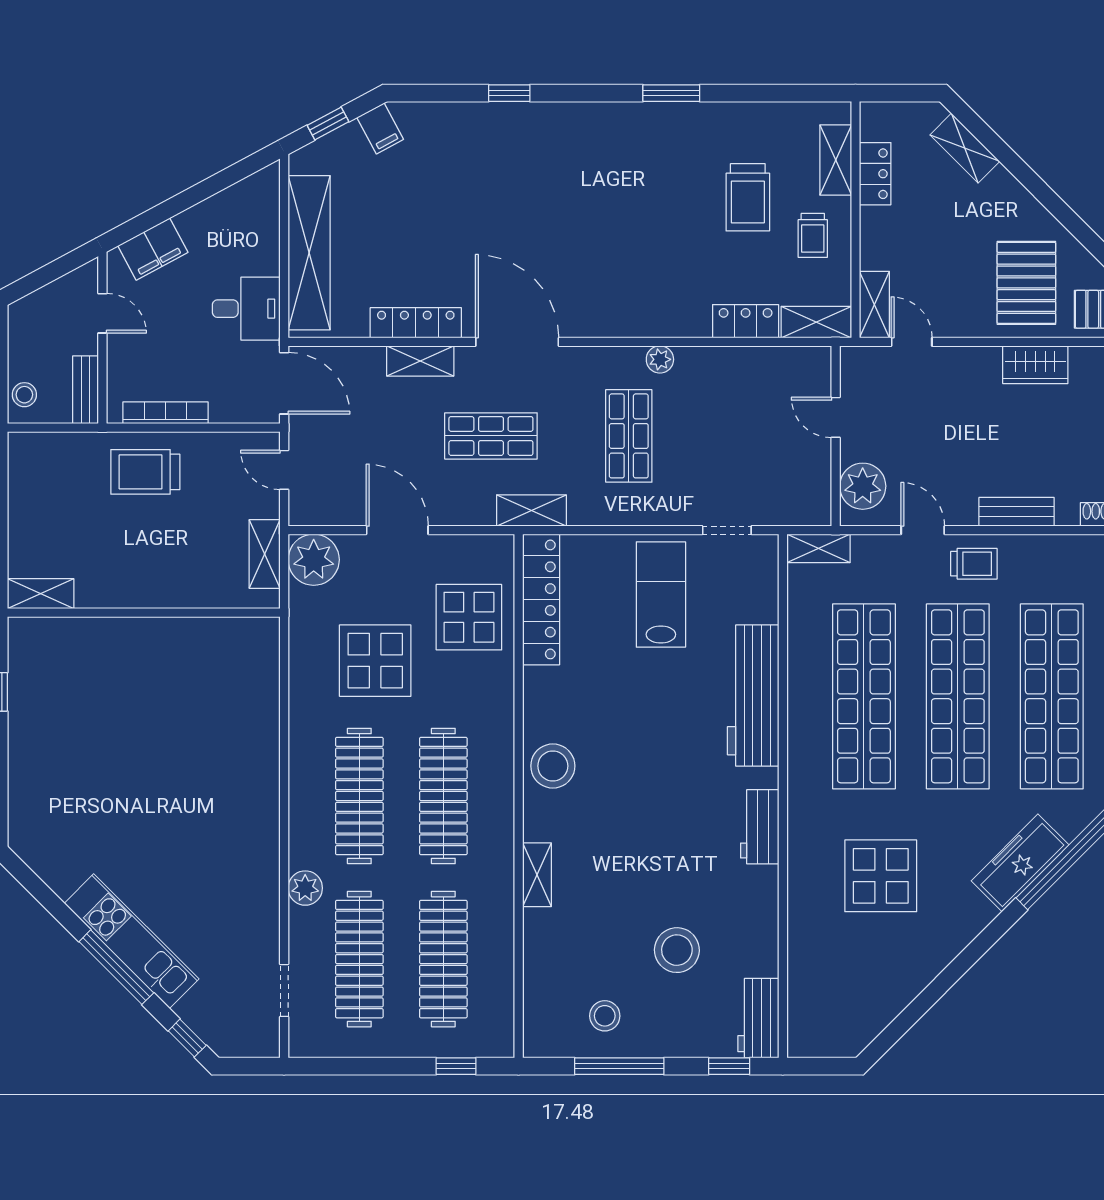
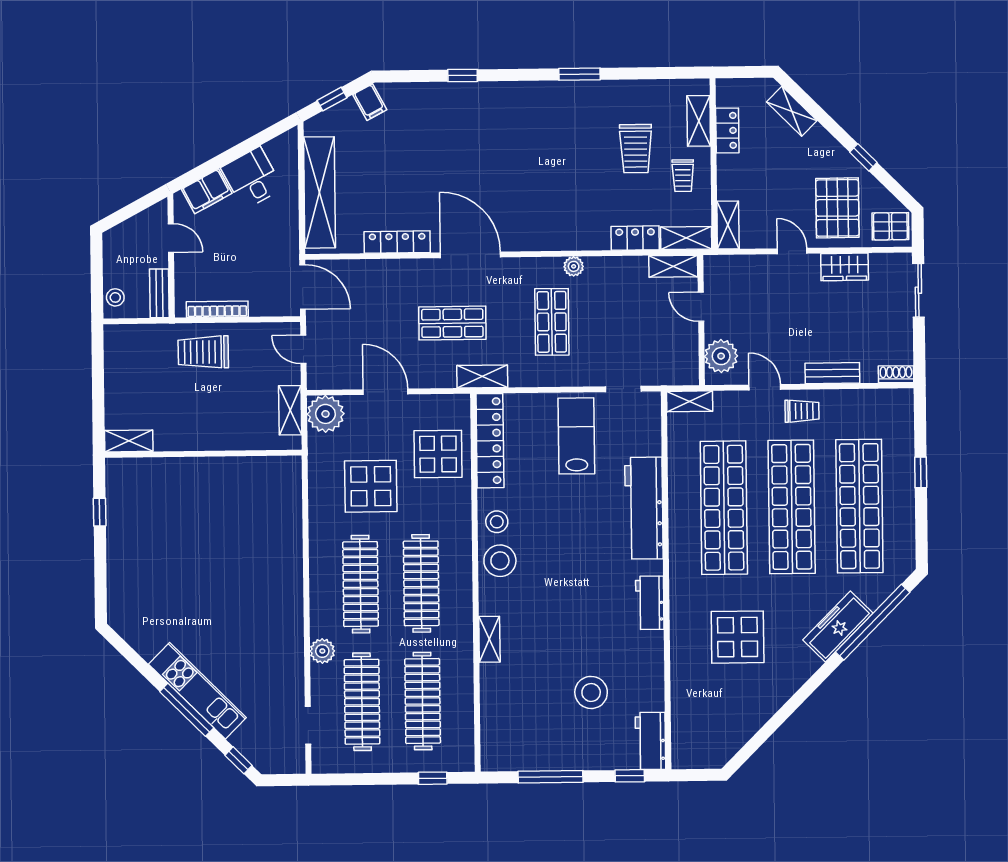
window: (1063, 213) -> (863, 157), added
desk: (246, 309) -> (252, 178), moved, turned -118
door: (912, 342) -> (792, 251), moved
shelving: (420, 361) -> (673, 266), moved
stool: (605, 1016) -> (497, 522), moved

